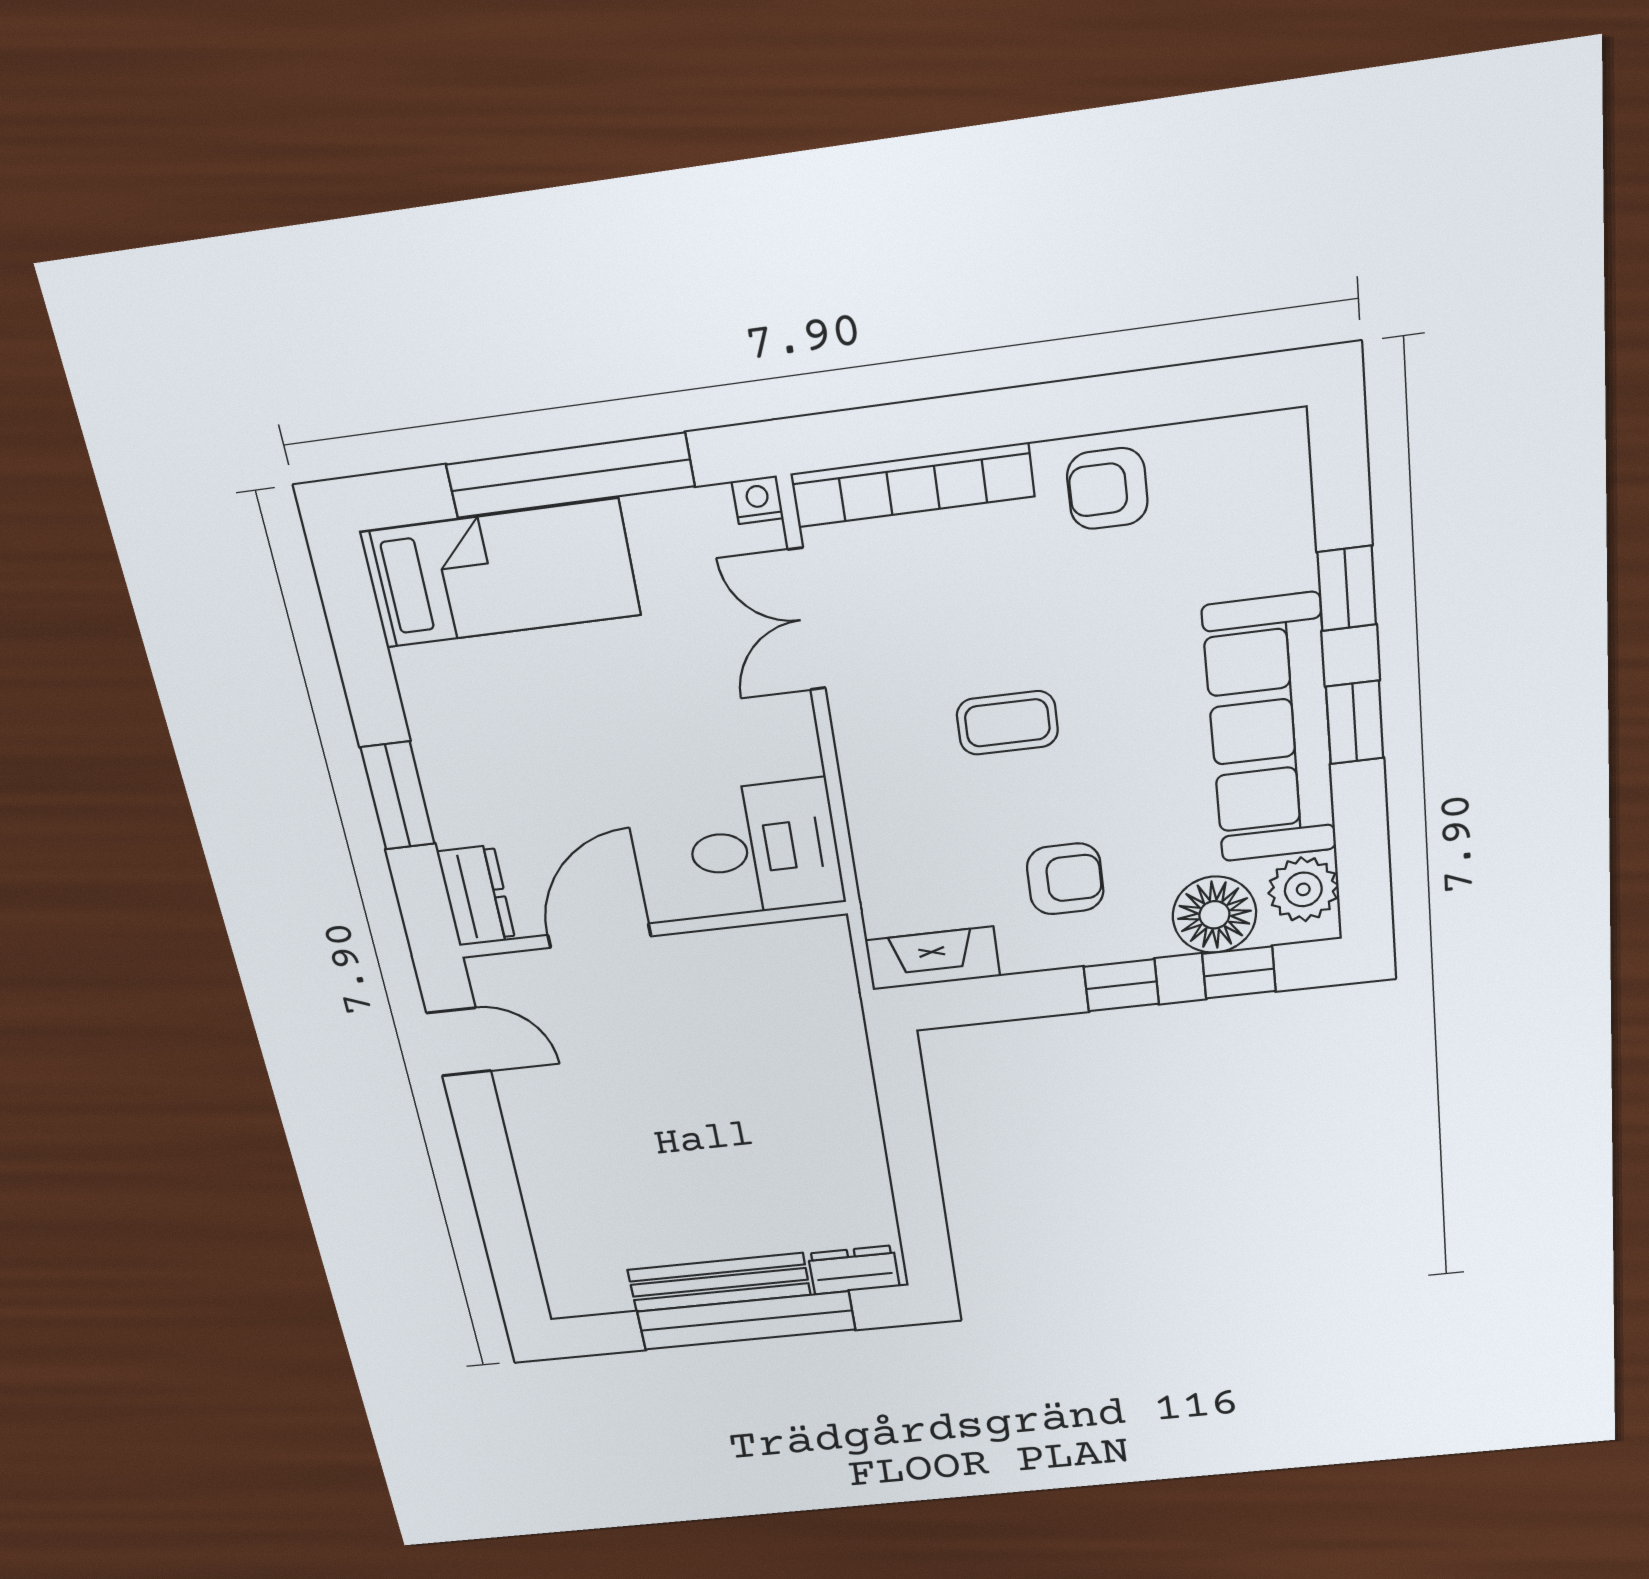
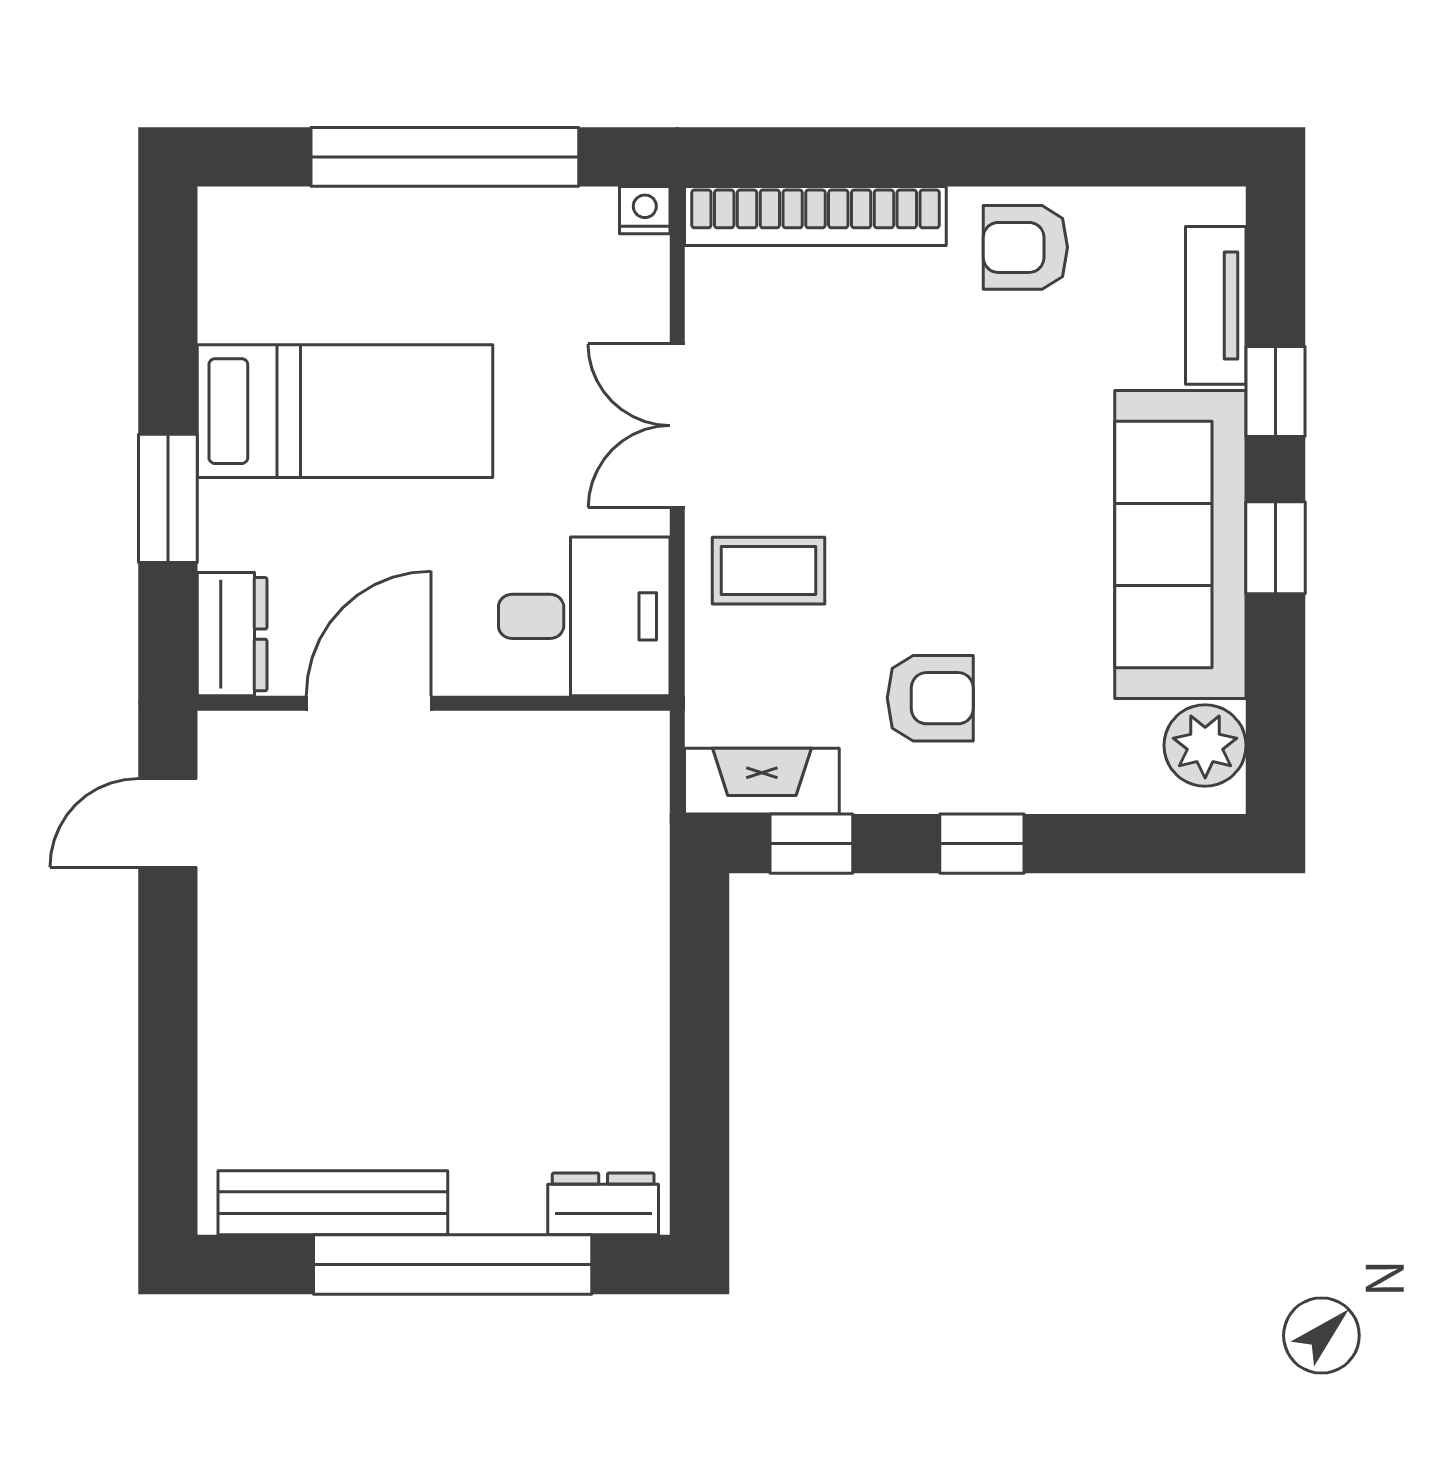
tv unit: (1287, 519) -> (1216, 305), added
bed: (501, 574) -> (345, 411), moved
double door: (807, 619) -> (677, 426), moved
coffee table: (1007, 723) -> (769, 571), moved
floor lamp: (1214, 915) -> (1100, 765), removed
window: (1239, 973) -> (811, 844), moved
door: (459, 1042) -> (168, 823), swing flipped
bench: (719, 1282) -> (333, 1203), moved

